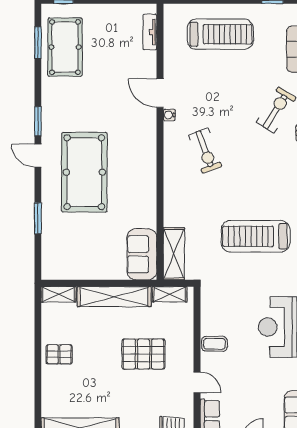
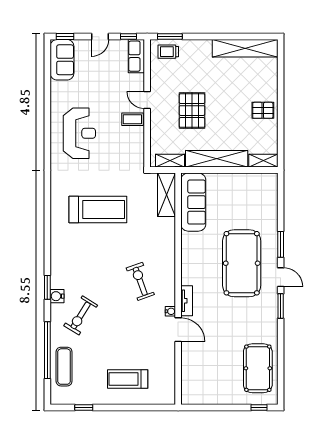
tv unit: (150, 32) -> (187, 301), moved
treadmill: (220, 34) -> (128, 379), width x0.73, depth x0.73
window: (38, 43) -> (281, 372), removed
window: (38, 218) -> (281, 244), moved
sofa: (142, 254) -> (193, 202), width x1.36
pallet: (143, 354) -> (192, 111), turned 90
door: (197, 382) -> (147, 100), moved

